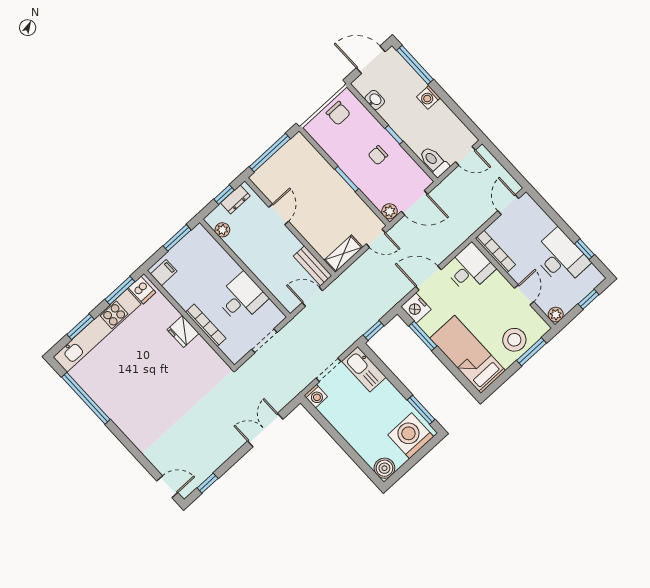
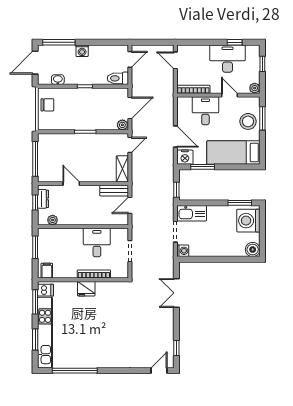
chair: (378, 155) -> (88, 104), removed
desk: (470, 268) -> (205, 111), moved
door: (428, 278) -> (175, 137), swing flipped

